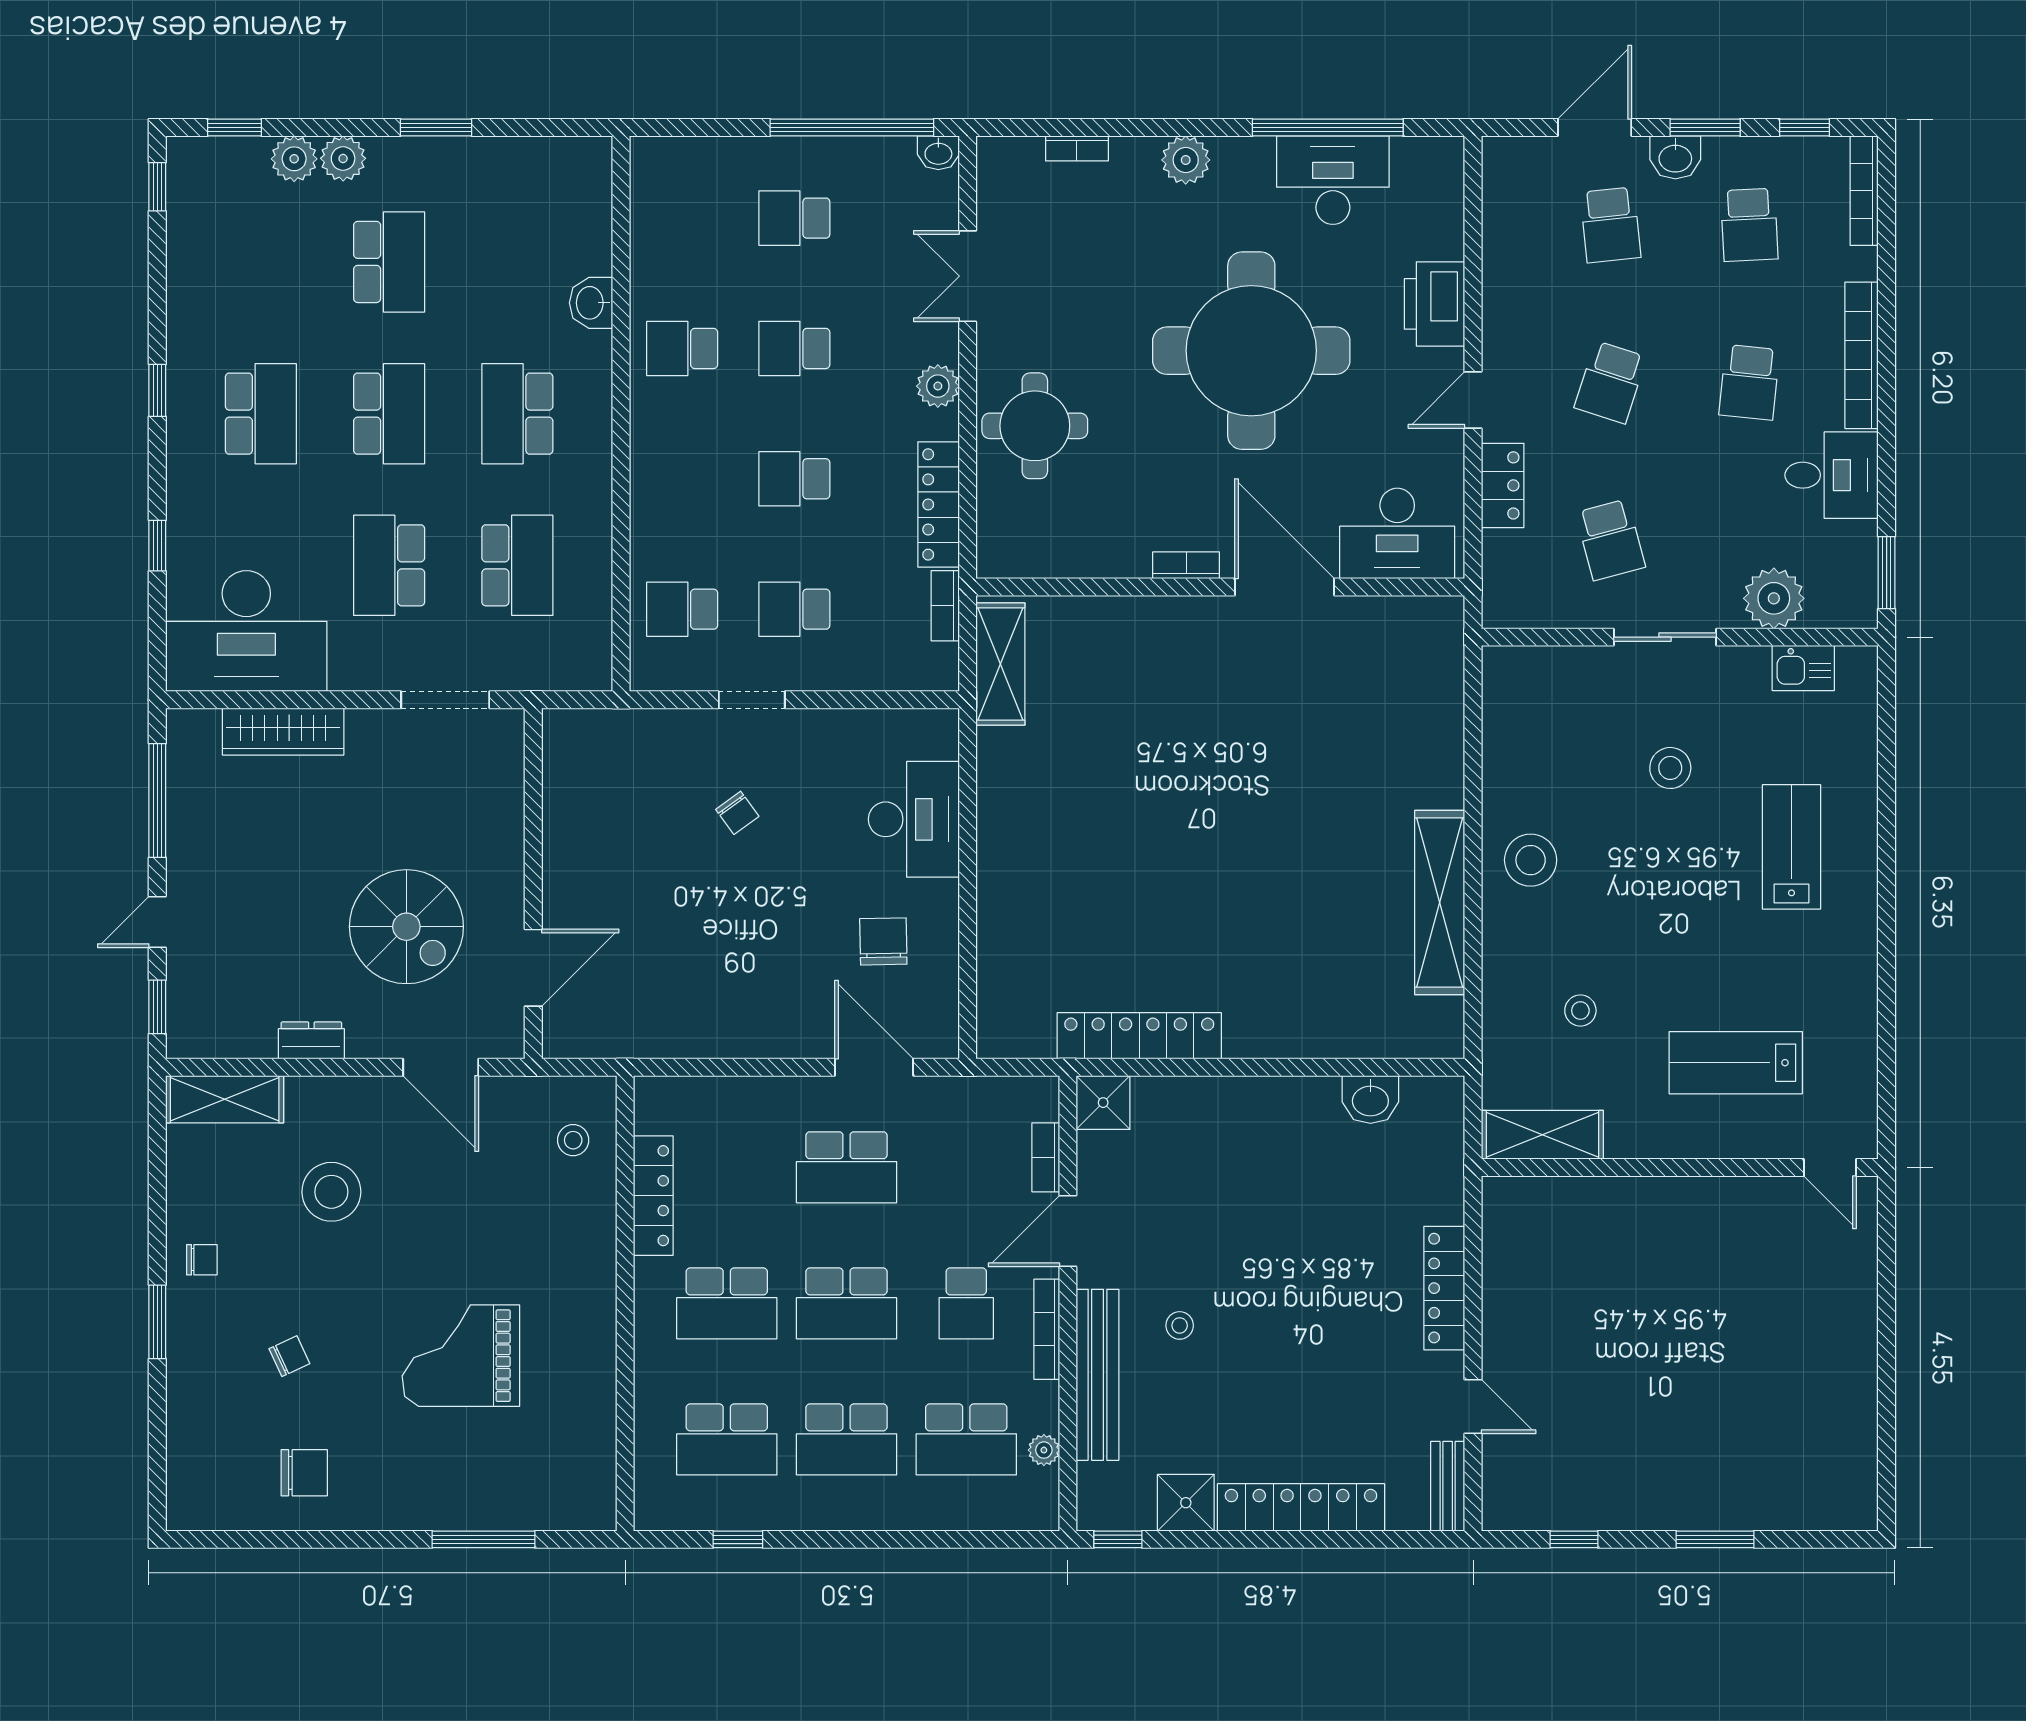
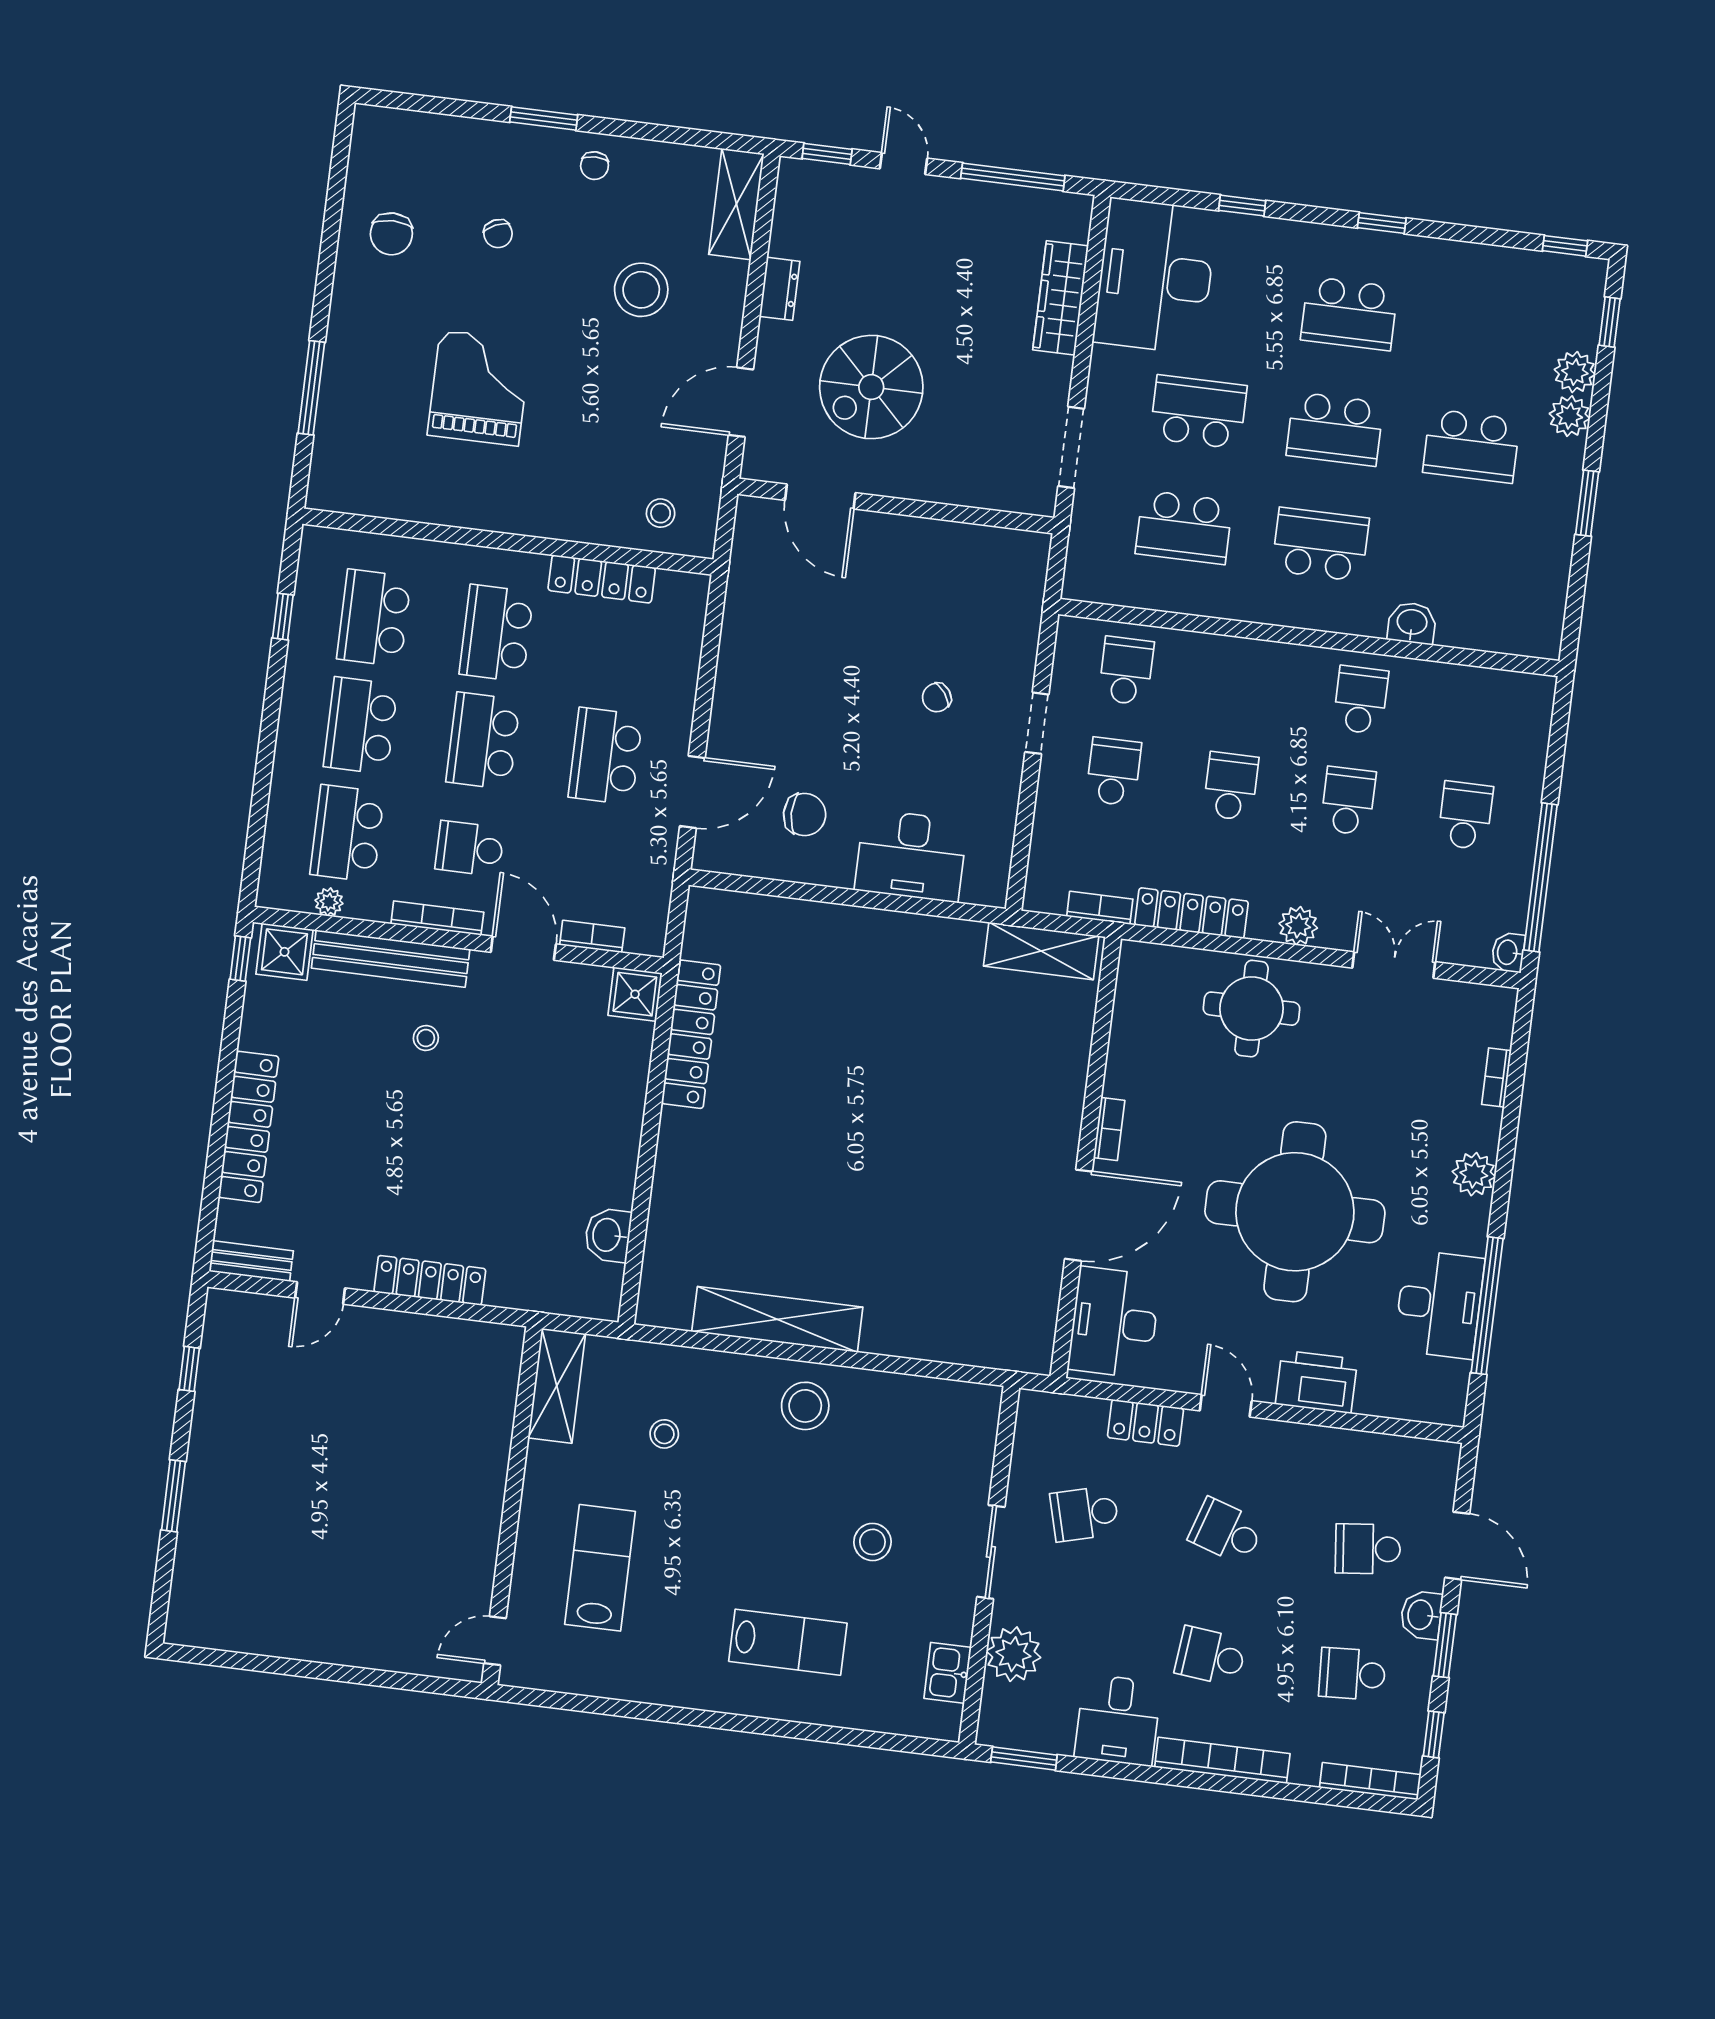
shower: (1186, 1503) -> (284, 952), moved

